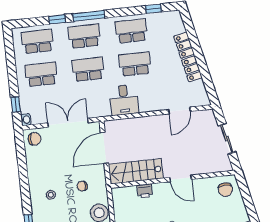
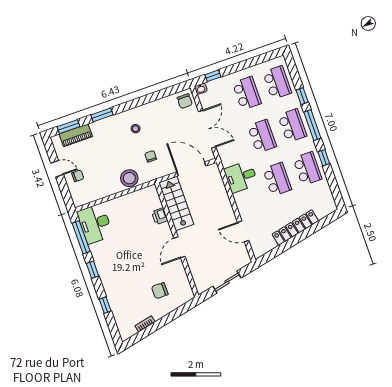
window: (153, 9) -> (324, 158), moved
chair: (225, 190) -> (160, 291), moved

